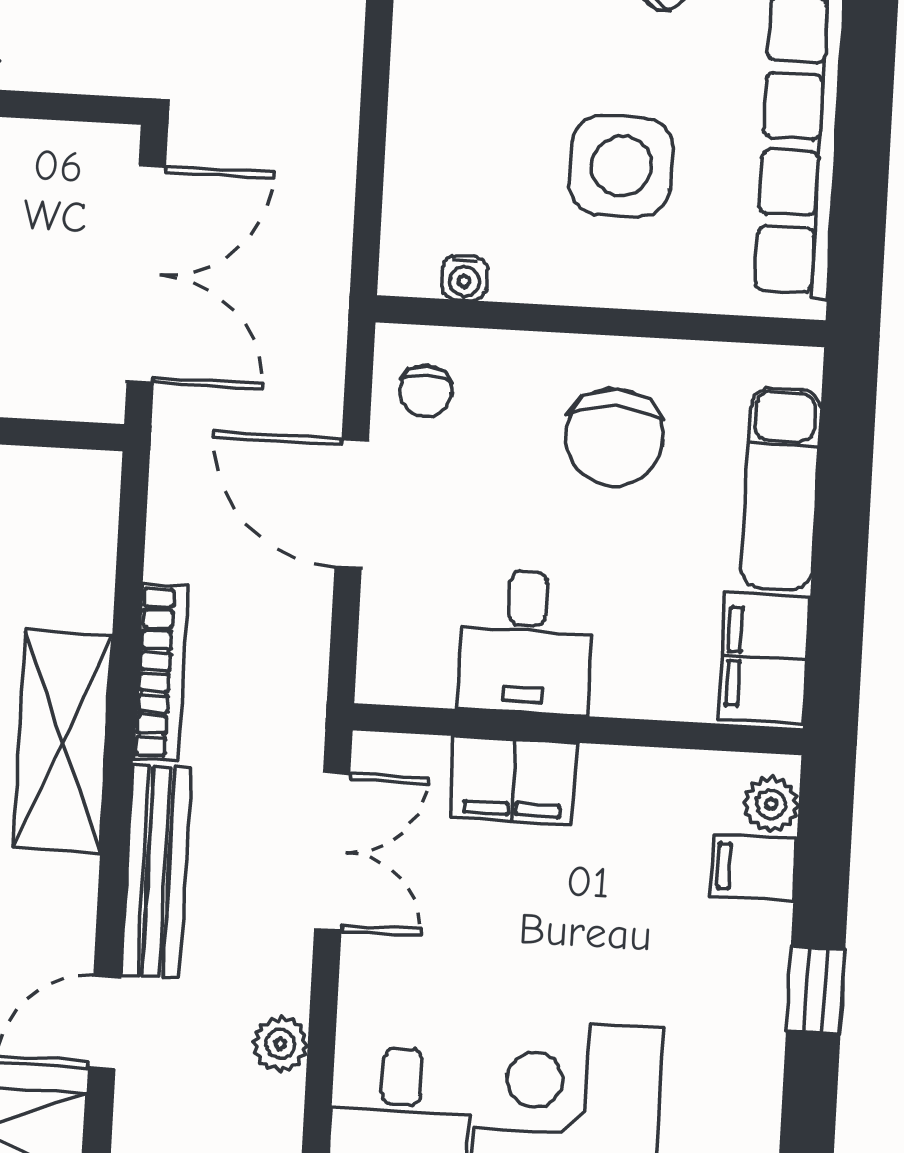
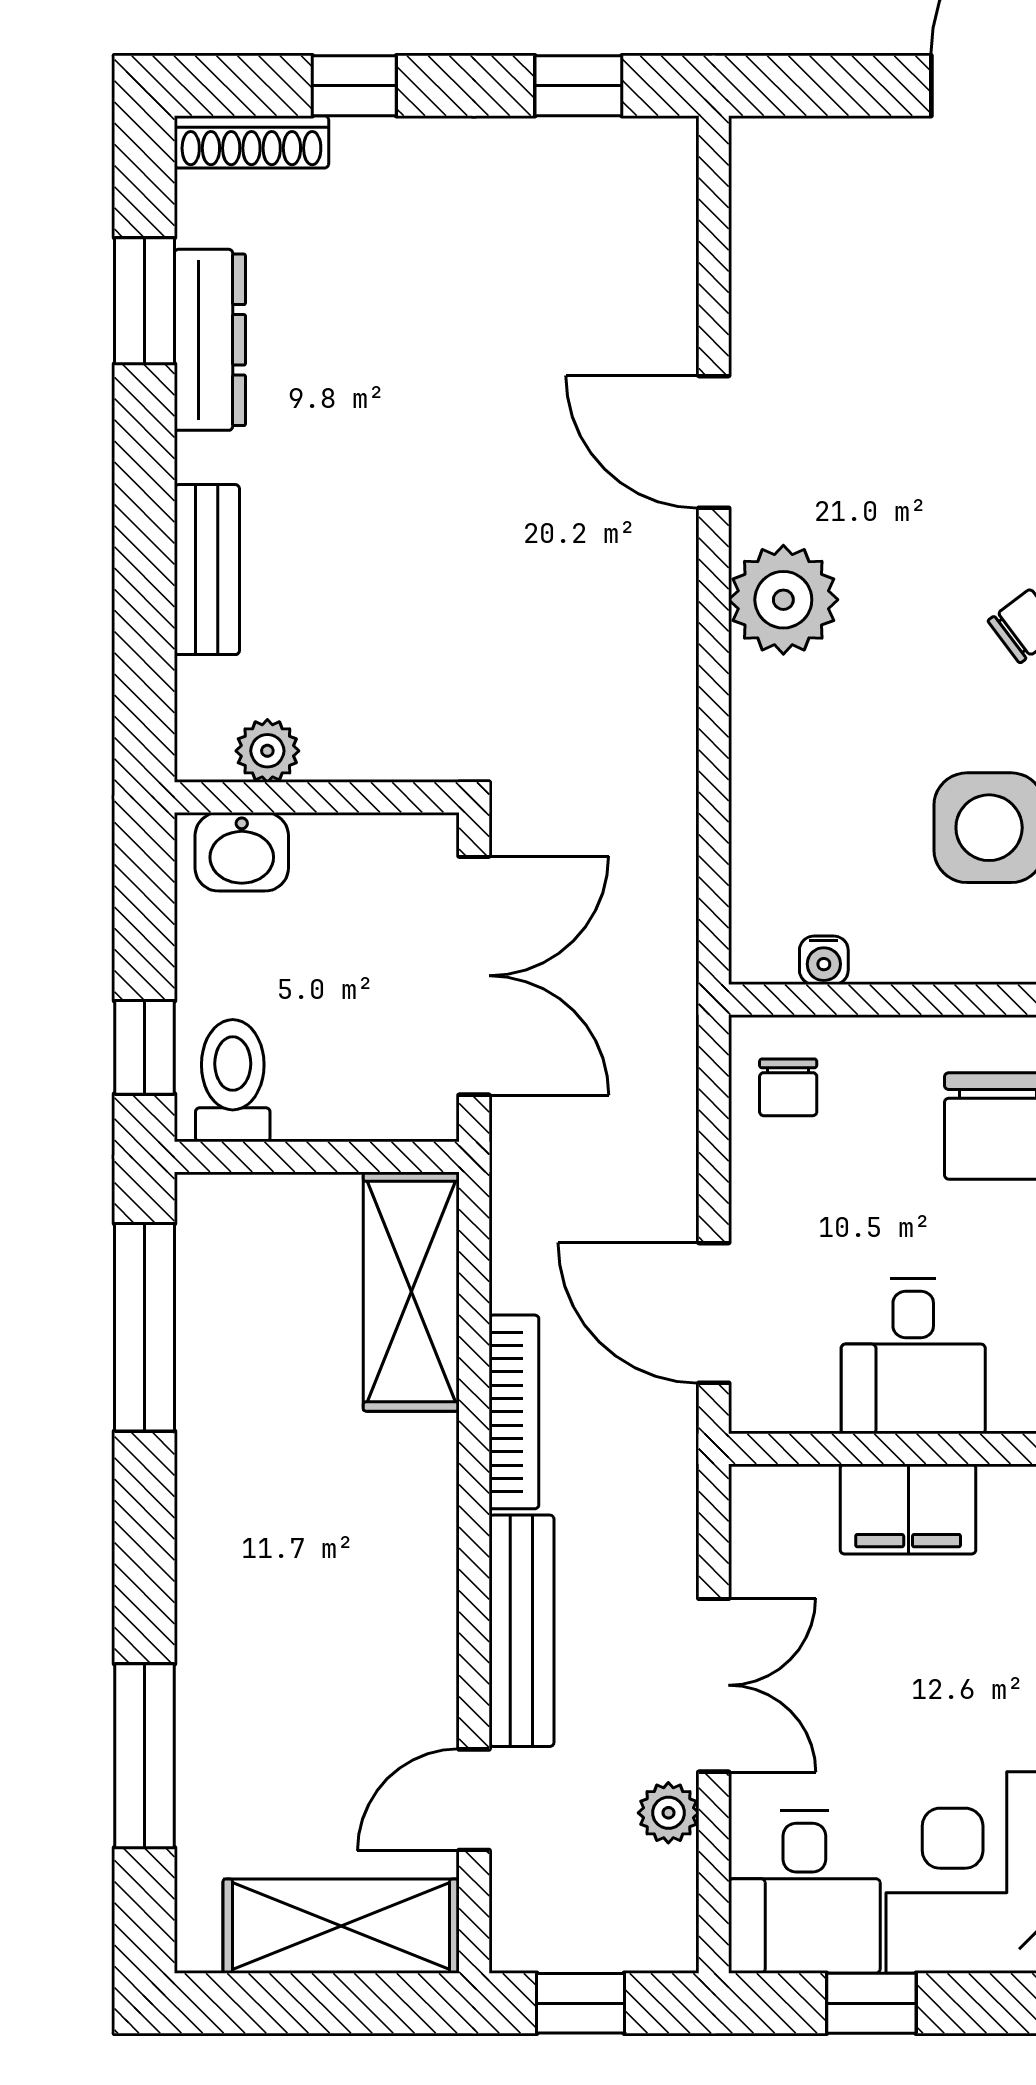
door: (352, 503) -> (714, 1313), moved
shelving: (63, 742) -> (411, 1292), moved
double door: (332, 852) -> (714, 1685), moved

